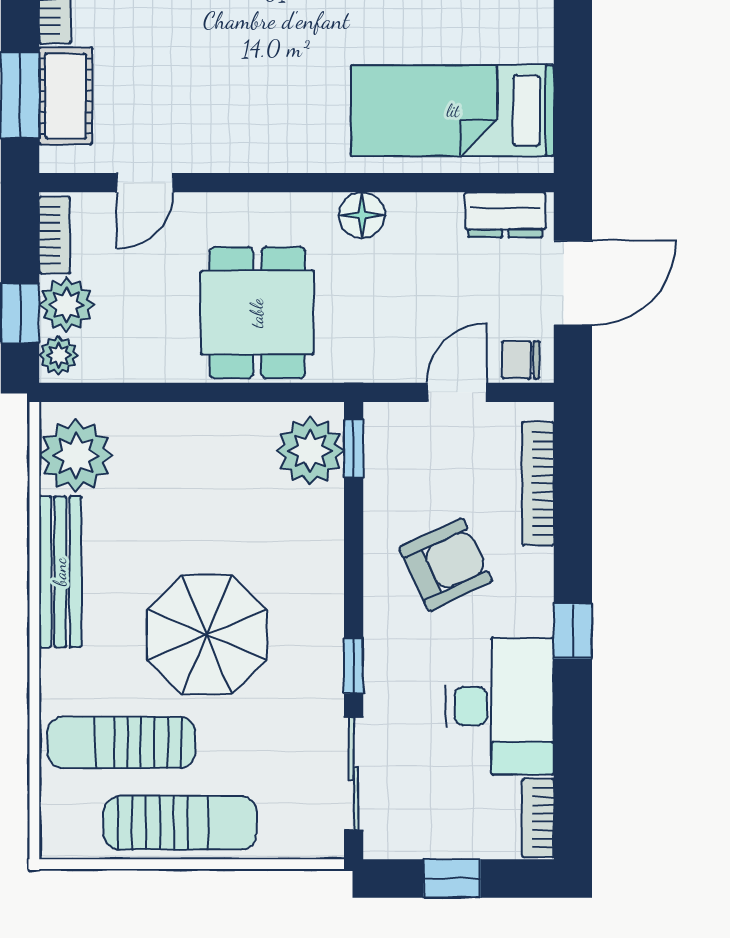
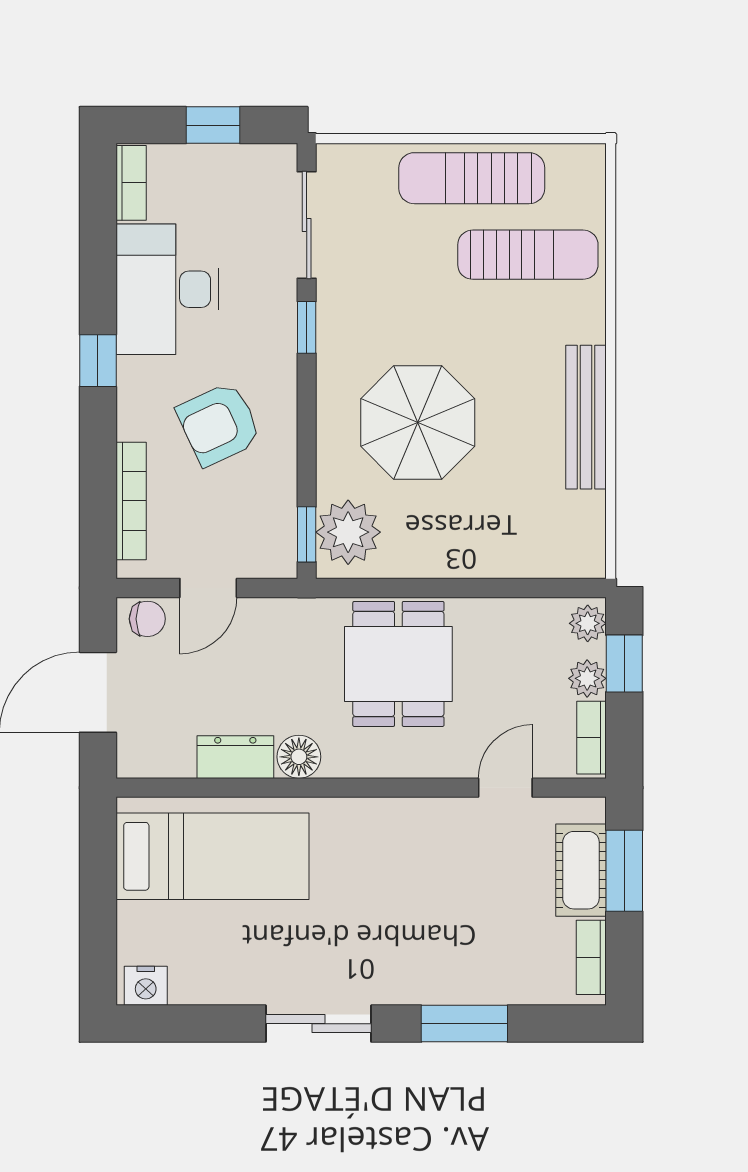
dresser: (505, 215) -> (235, 757), moved
plant: (66, 305) -> (587, 678), width x0.73, depth x0.73
plant: (76, 456) -> (571, 528), removed
parasol: (207, 635) -> (418, 422), moved

